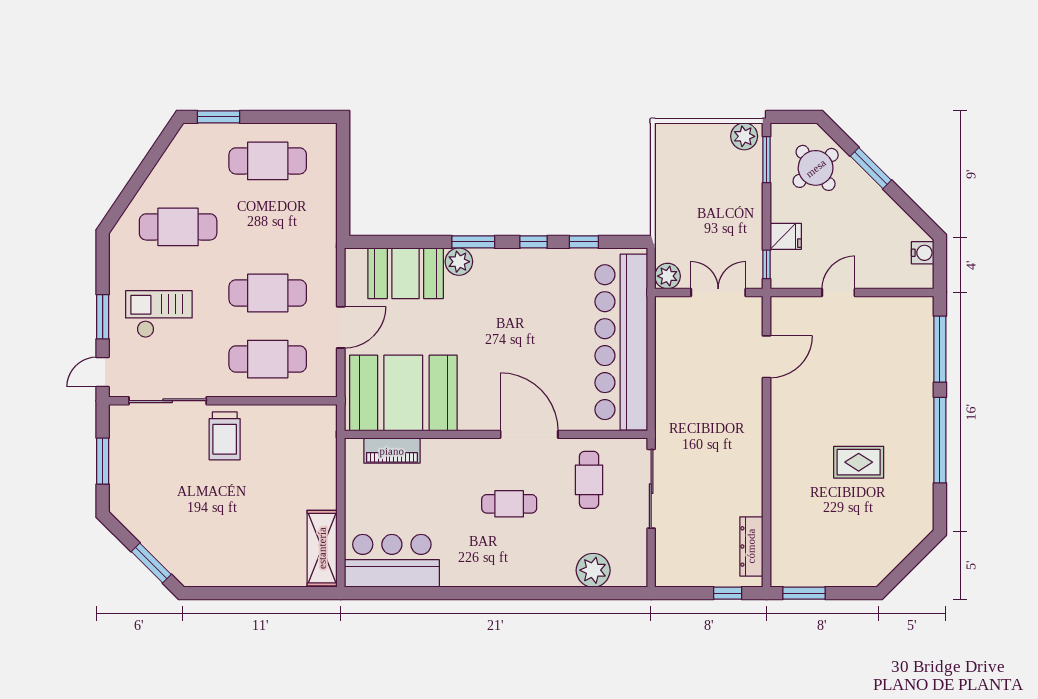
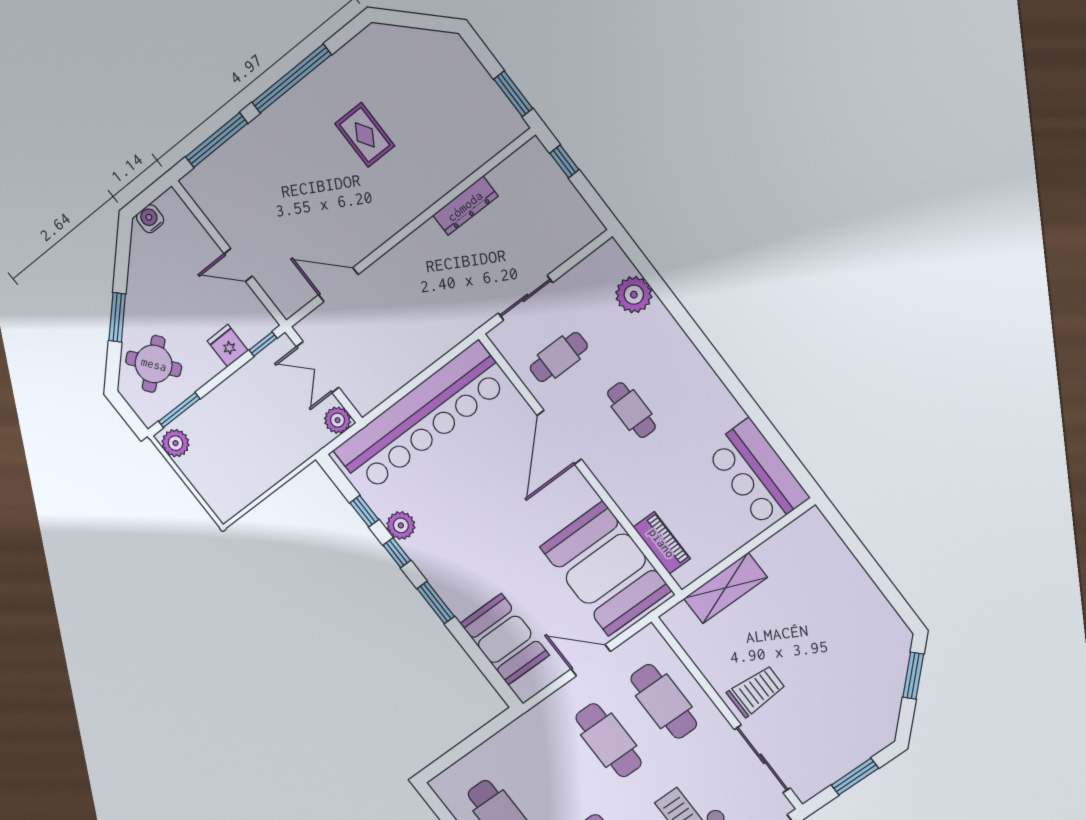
plant: (459, 262) -> (401, 525), moved
sliding door: (651, 489) -> (525, 298), width x0.73
dresser: (751, 546) -> (465, 206), moved
shelving: (322, 548) -> (725, 588), moved

